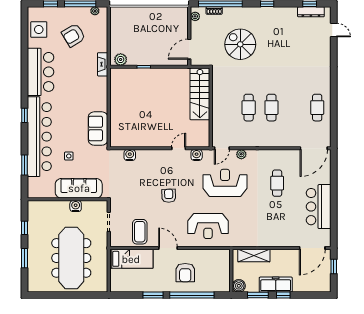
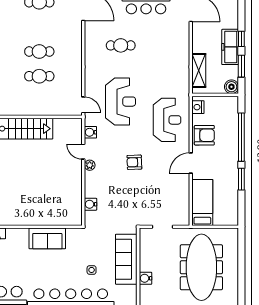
sofa: (98, 129) -> (47, 238), moved
plant: (241, 154) -> (90, 165), moved
reception desk: (225, 183) -> (121, 102), turned 180
water cooler: (76, 206) -> (146, 278), moved
coffee table: (140, 232) -> (173, 193), removed
nightstand: (220, 255) -> (198, 107), added
meeting table: (71, 258) -> (201, 267), turned 90
armchair: (185, 273) -> (204, 135), moved

